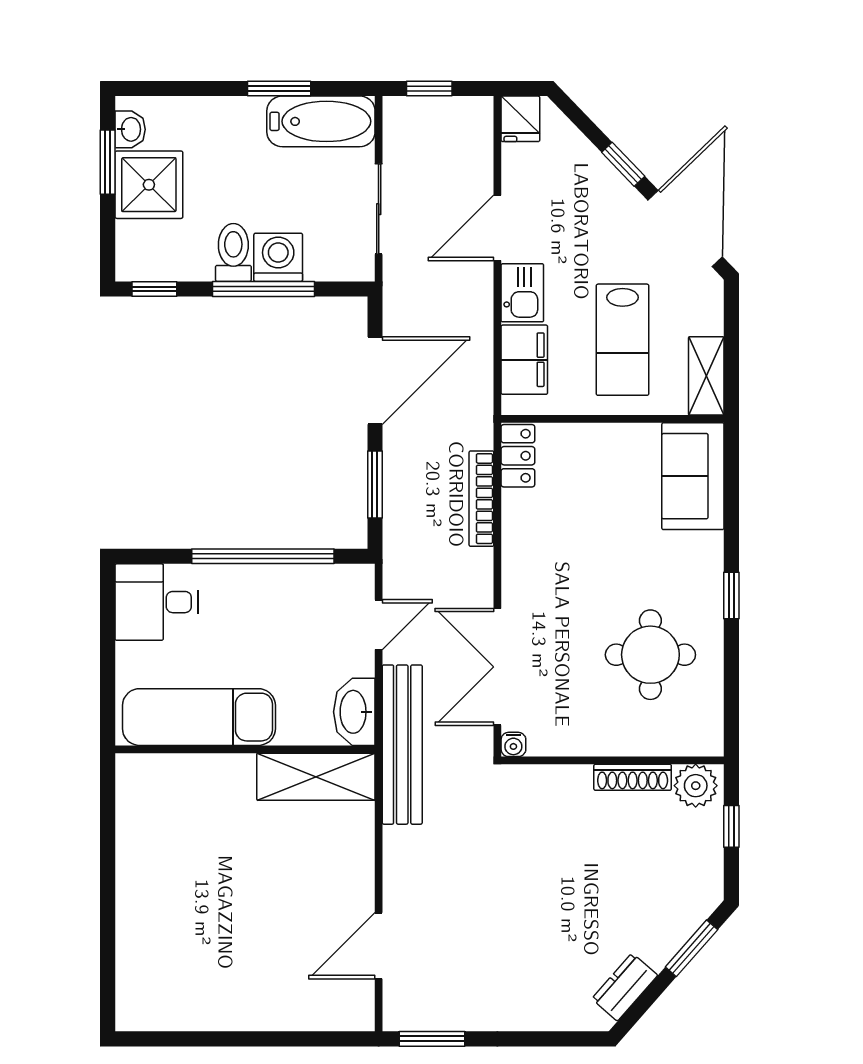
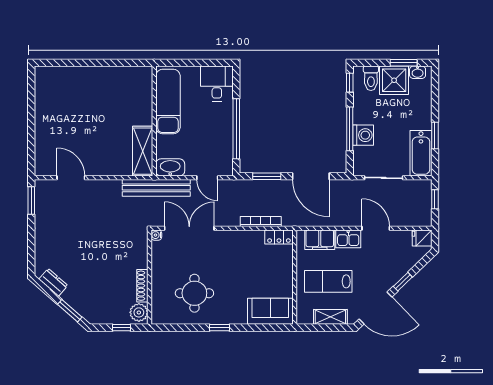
toilet: (233, 252) -> (371, 78), moved, turned 90
shelving: (706, 376) -> (330, 317), moved

